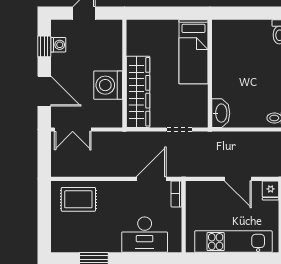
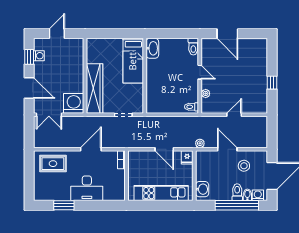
washing machine: (108, 85) -> (74, 103), moved, turned 90
washbasin: (221, 113) -> (152, 48), moved
door: (151, 179) -> (91, 149), moved
desk: (145, 235) -> (87, 188), moved

